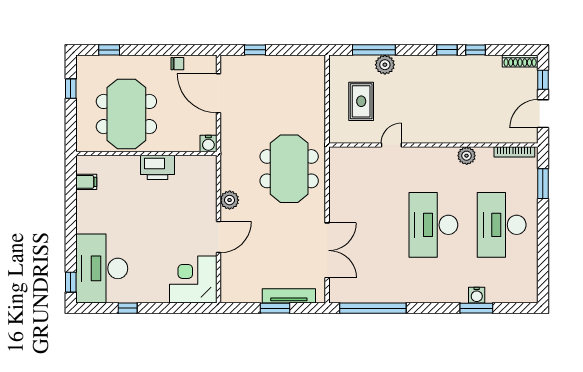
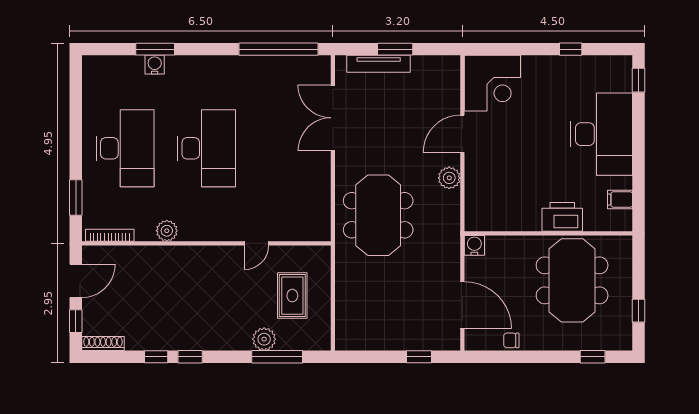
printer: (157, 167) -> (562, 217), moved
desk: (102, 268) -> (602, 134), moved

